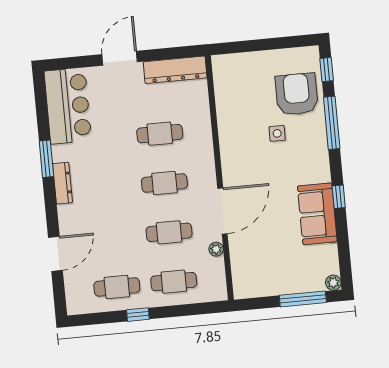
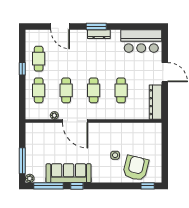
armchair: (297, 94) -> (136, 168), turned -76
window: (332, 123) -> (48, 186), moved
window: (46, 159) -> (96, 26), moved
sofa: (317, 214) -> (69, 173), width x1.36

